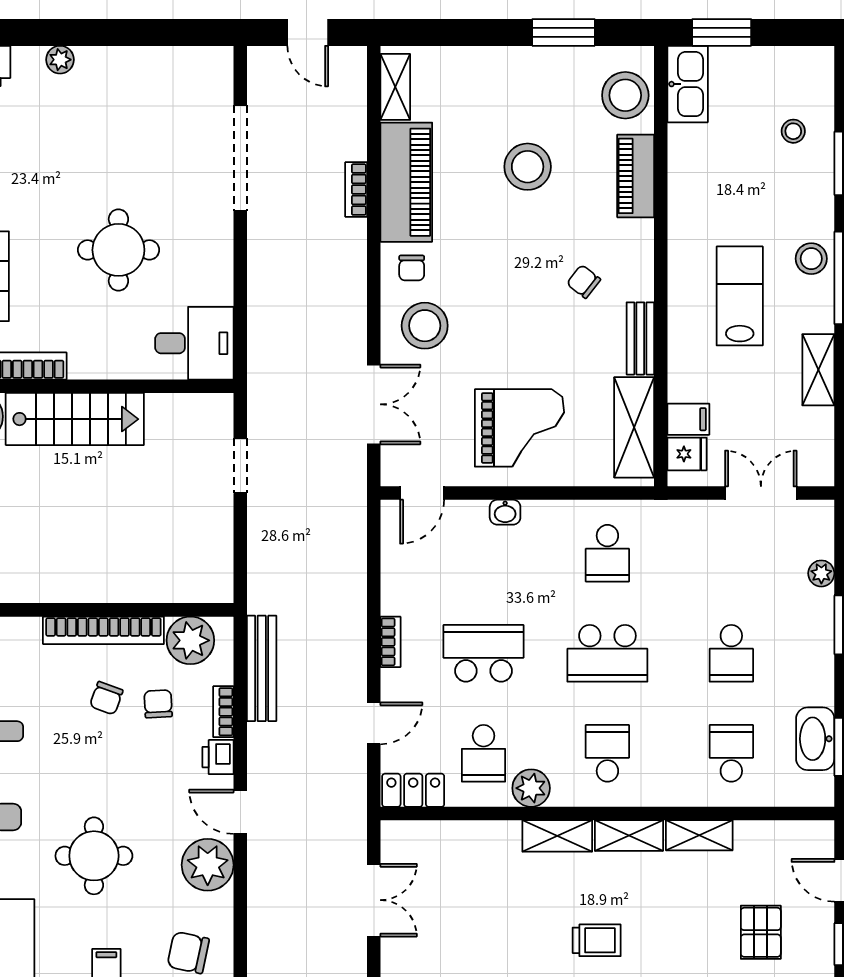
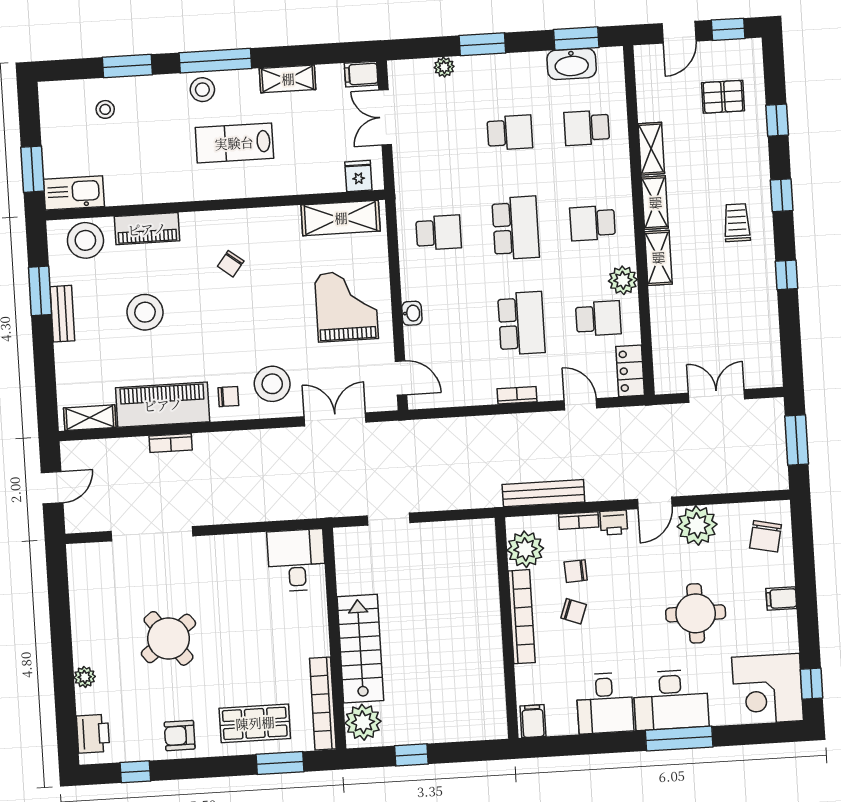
round table: (118, 250) -> (168, 638), moved, turned -37
bench: (640, 338) -> (62, 314), moved, turned 90
filing cabinet: (688, 419) -> (361, 74), moved, turned -90
school desk: (484, 653) -> (521, 323), turned 180

